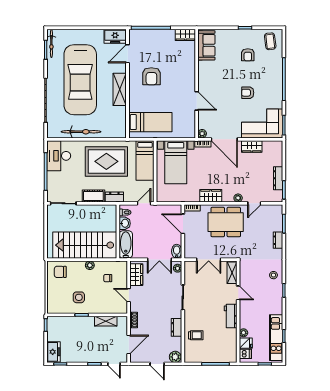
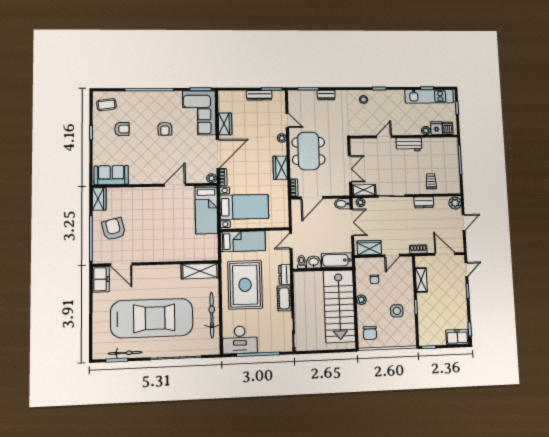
bicycle: (51, 43) -> (125, 353), moved
armchair: (151, 76) -> (114, 229), moved, turned -104
shelving: (120, 89) -> (200, 271), moved
bed: (150, 122) -> (206, 210), moved, turned 180
door: (144, 203) -> (291, 241), hinge flipped
shelving: (232, 273) -> (364, 190), moved

